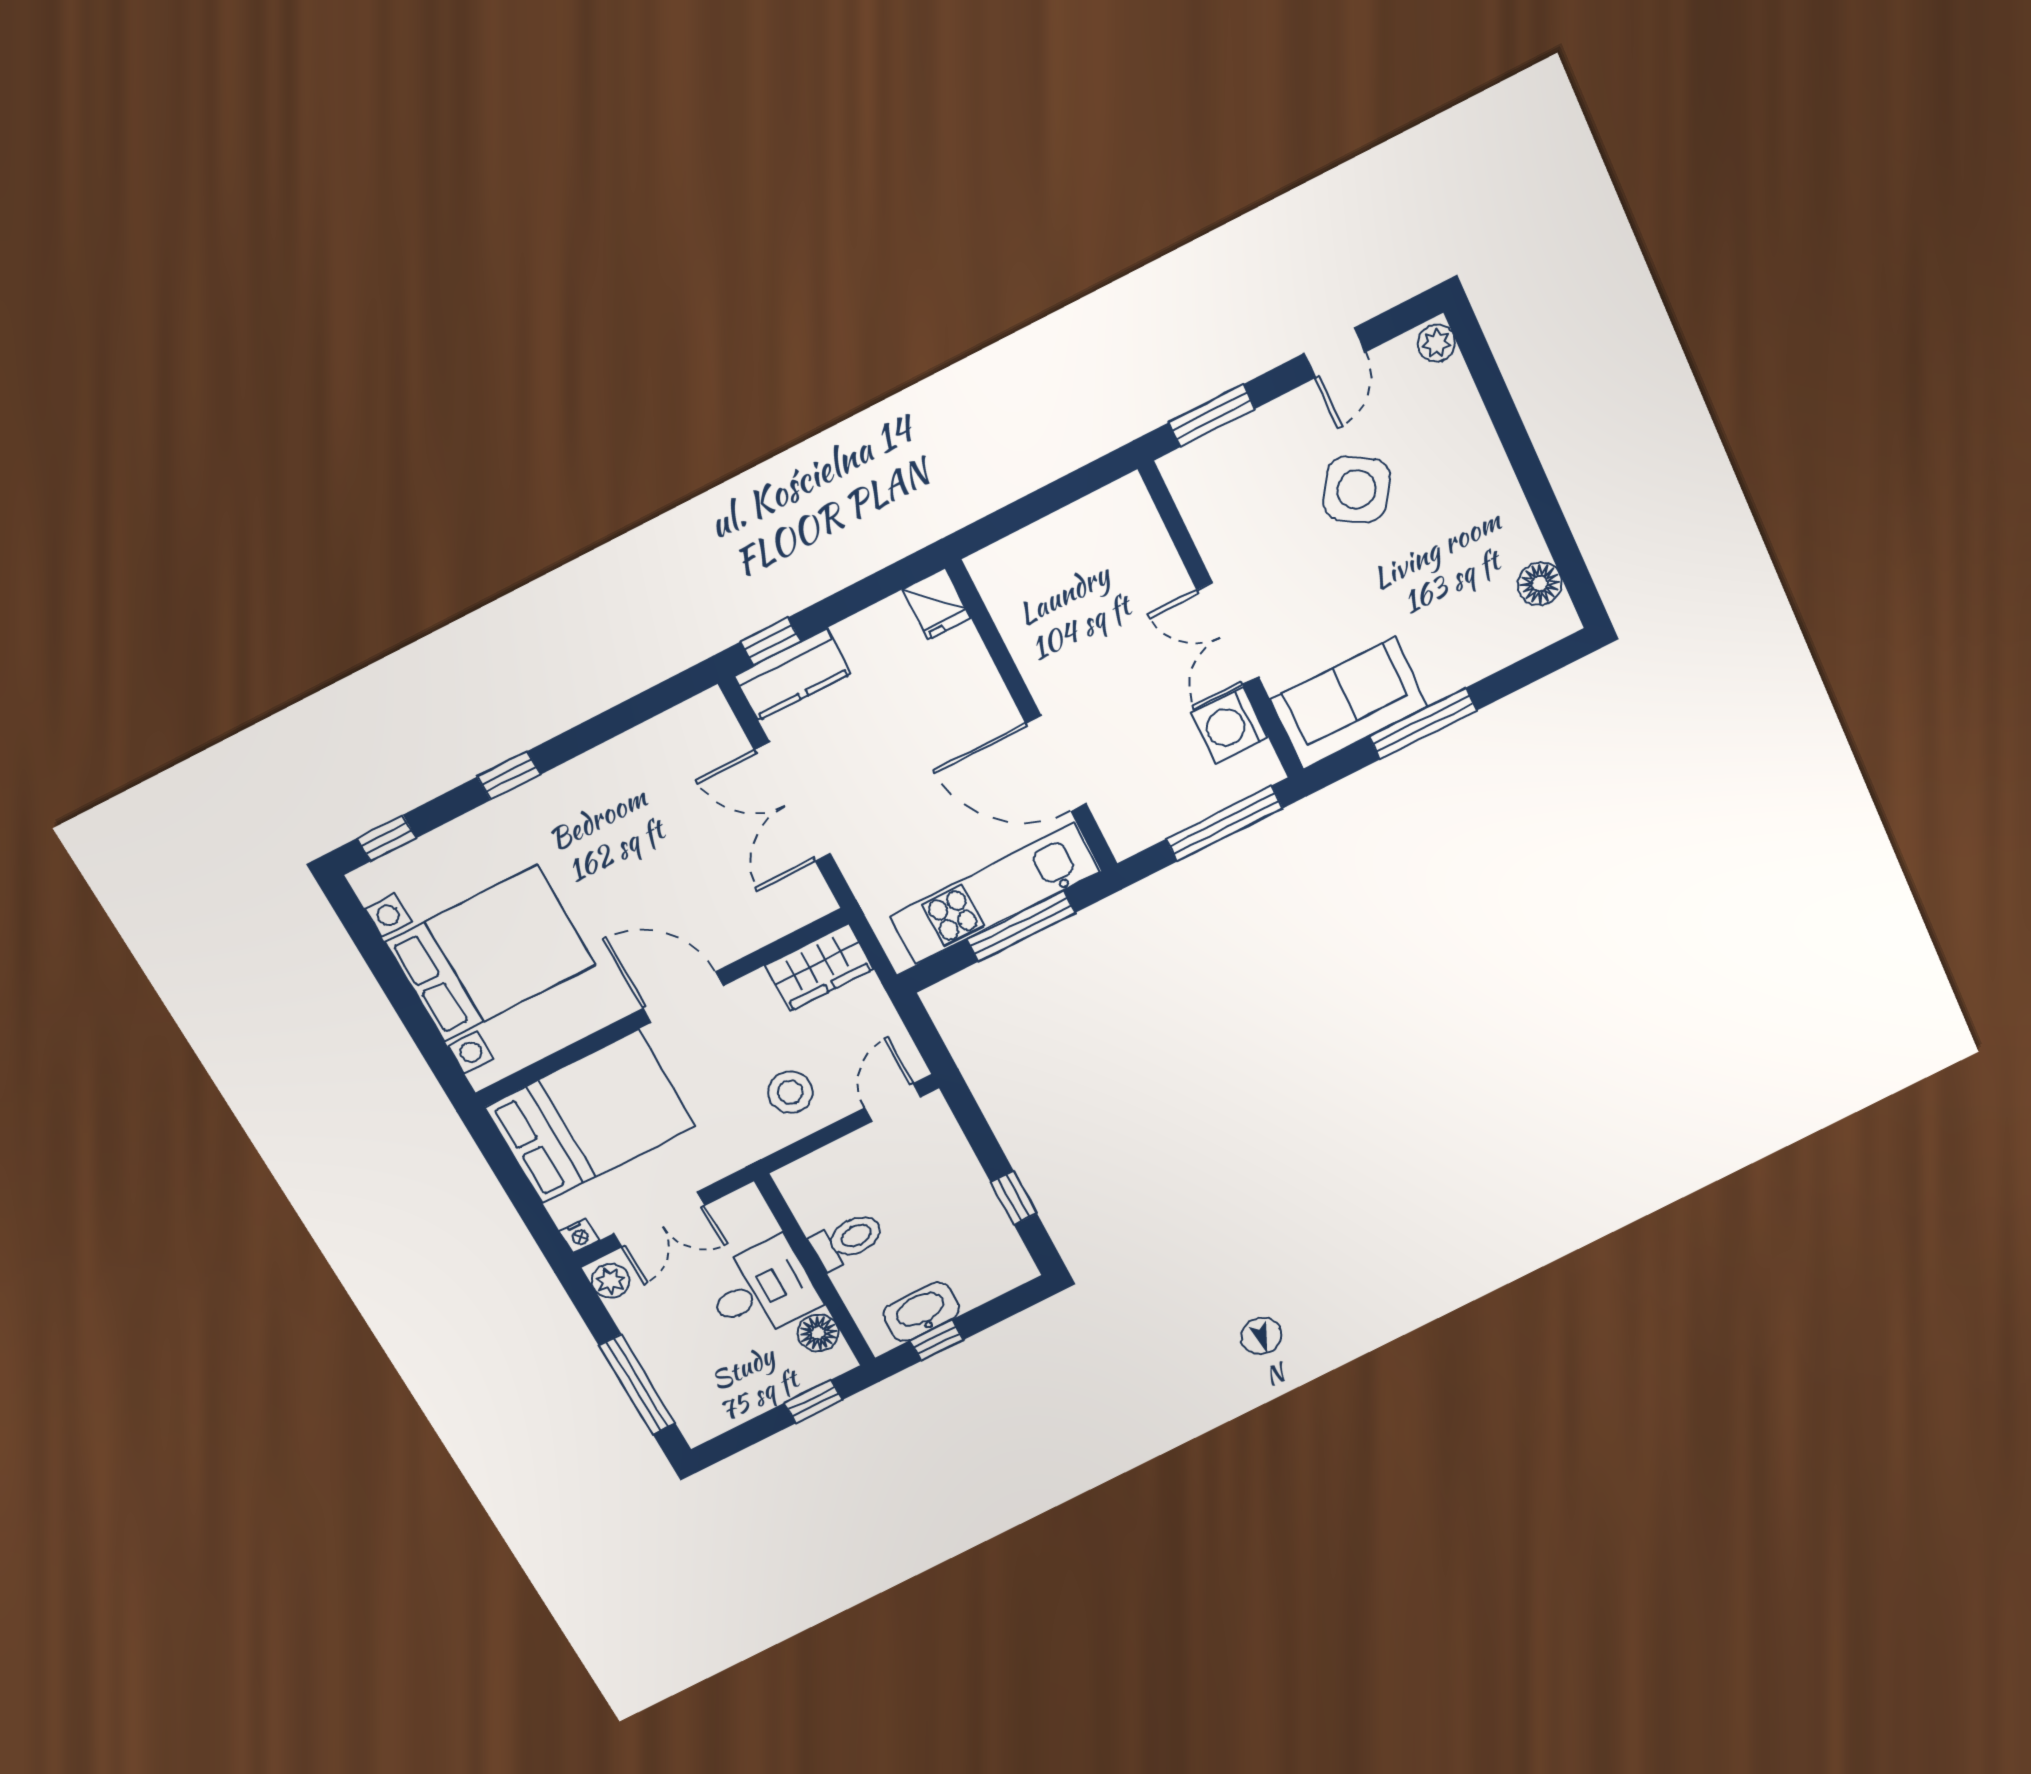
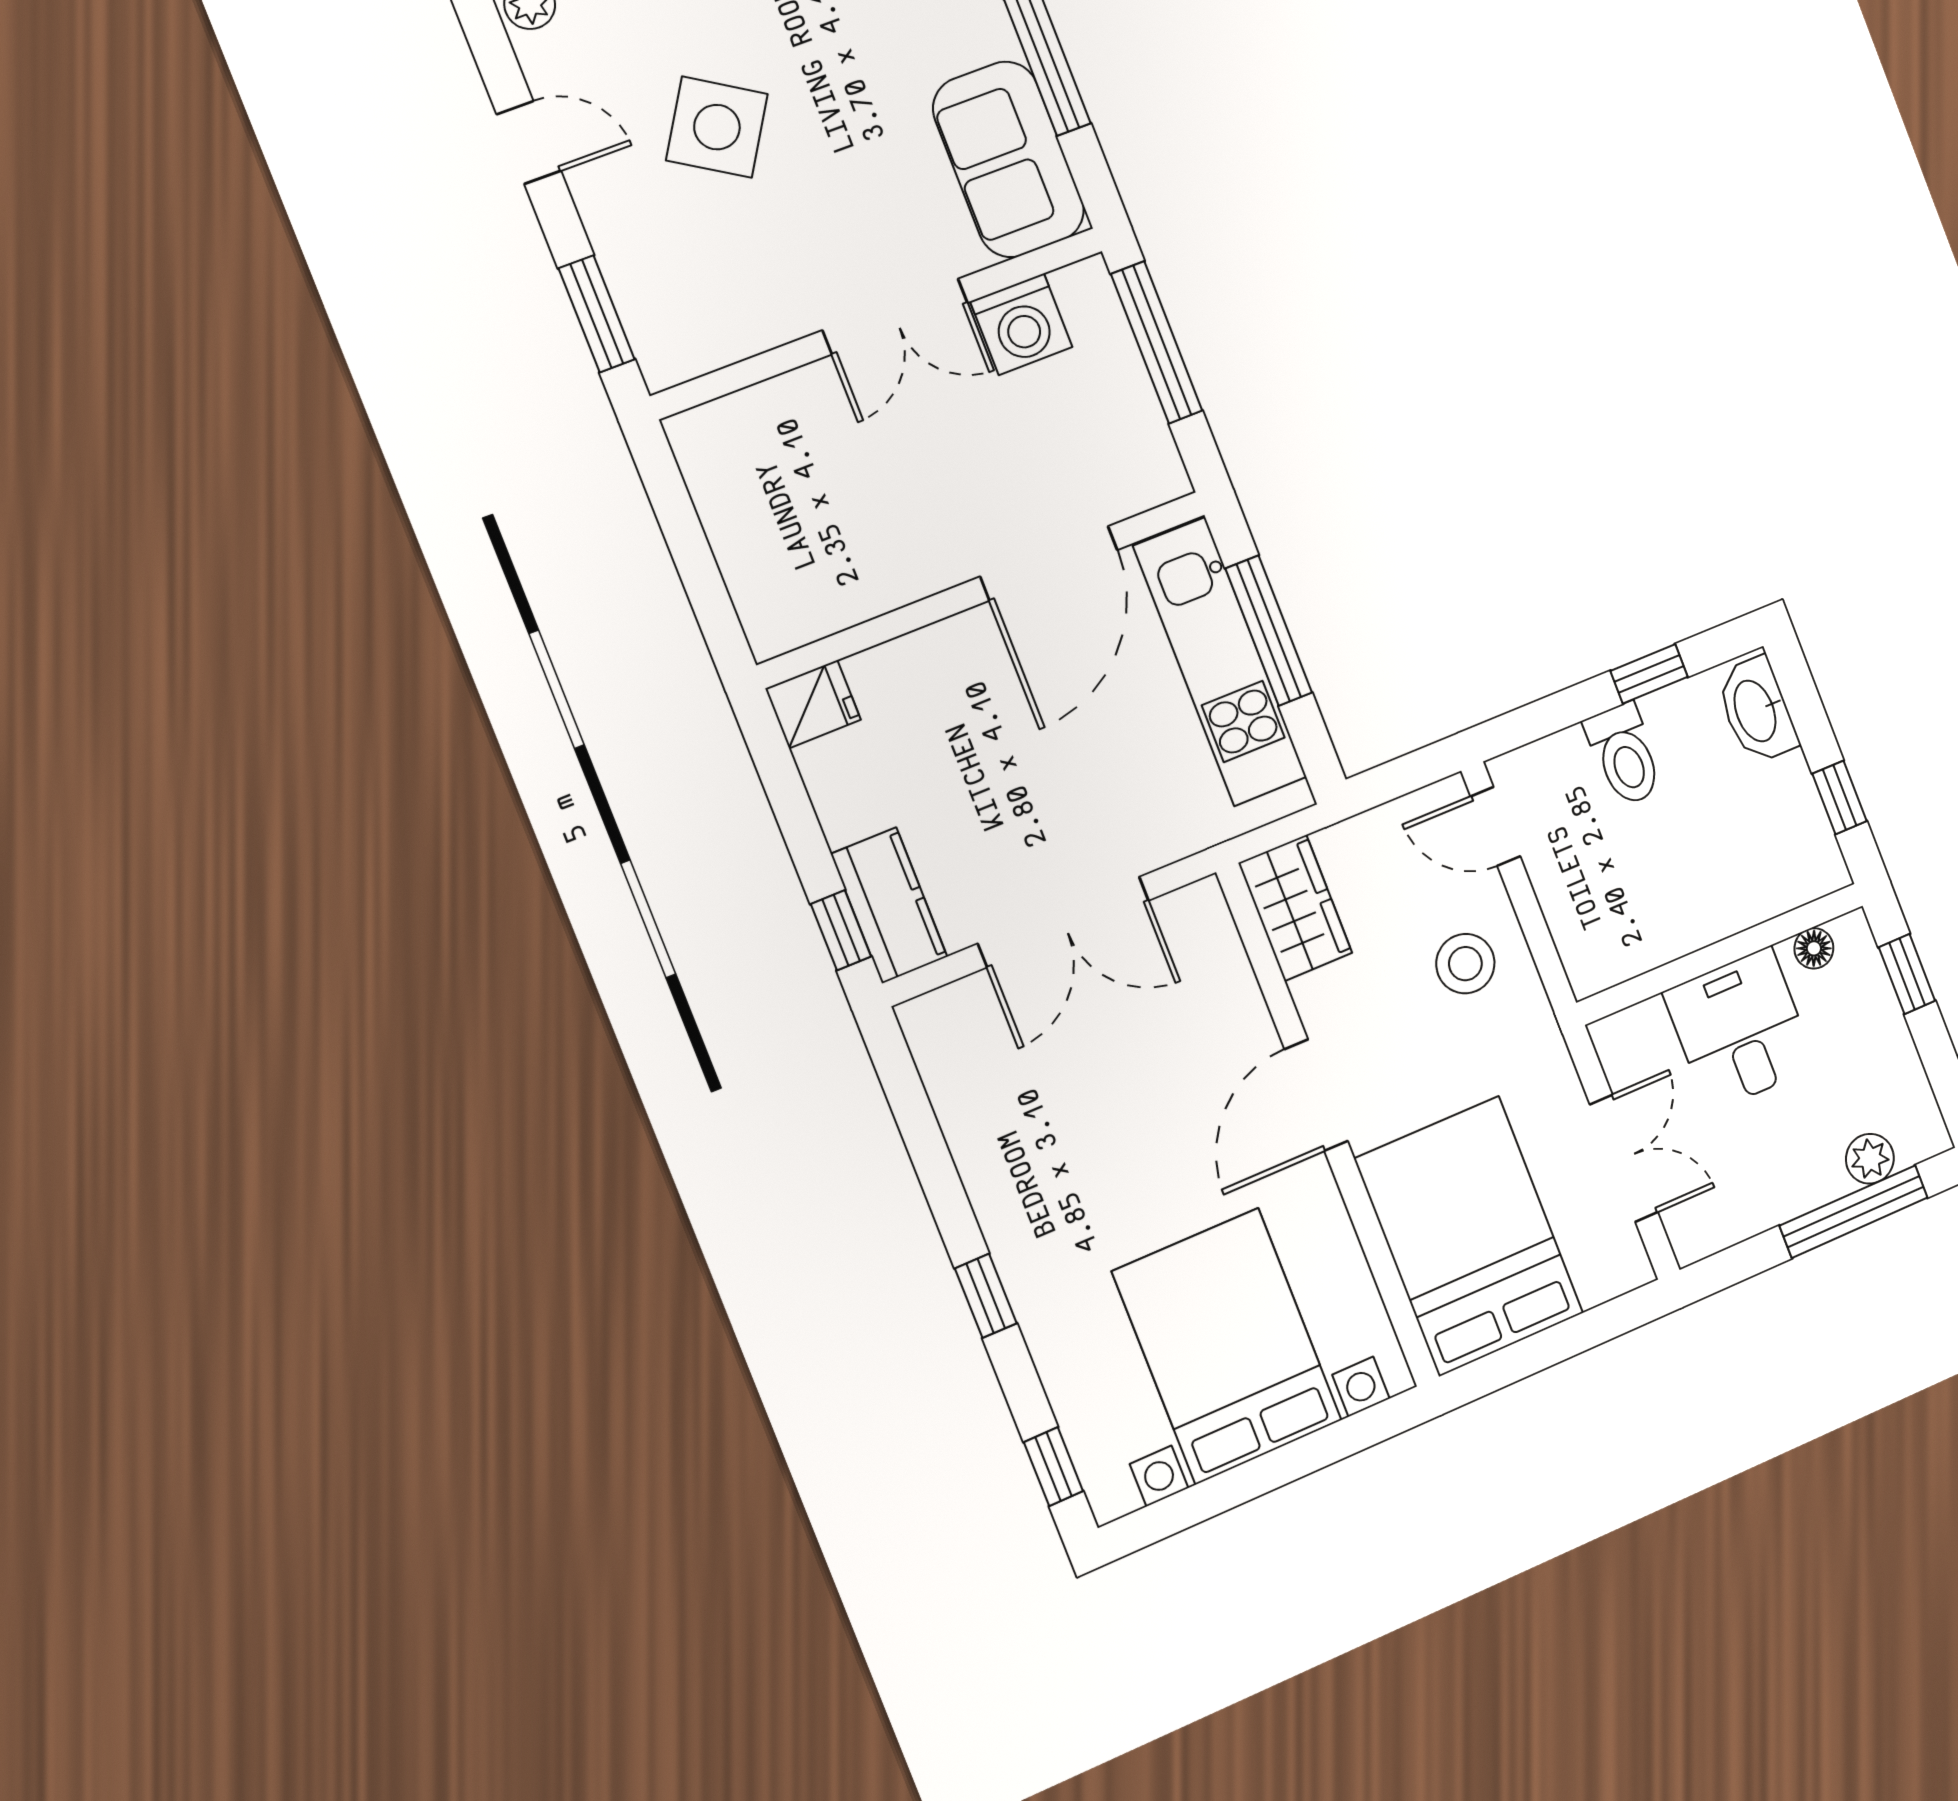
nightstand: (579, 1236) -> (1634, 1268), removed
toilet: (847, 1240) -> (1624, 755), moved, turned 180
plant: (611, 1281) -> (1870, 1159), moved
washbasin: (921, 1312) -> (1757, 710), moved
floor lamp: (818, 1333) -> (1814, 948), width x0.73, depth x0.73

